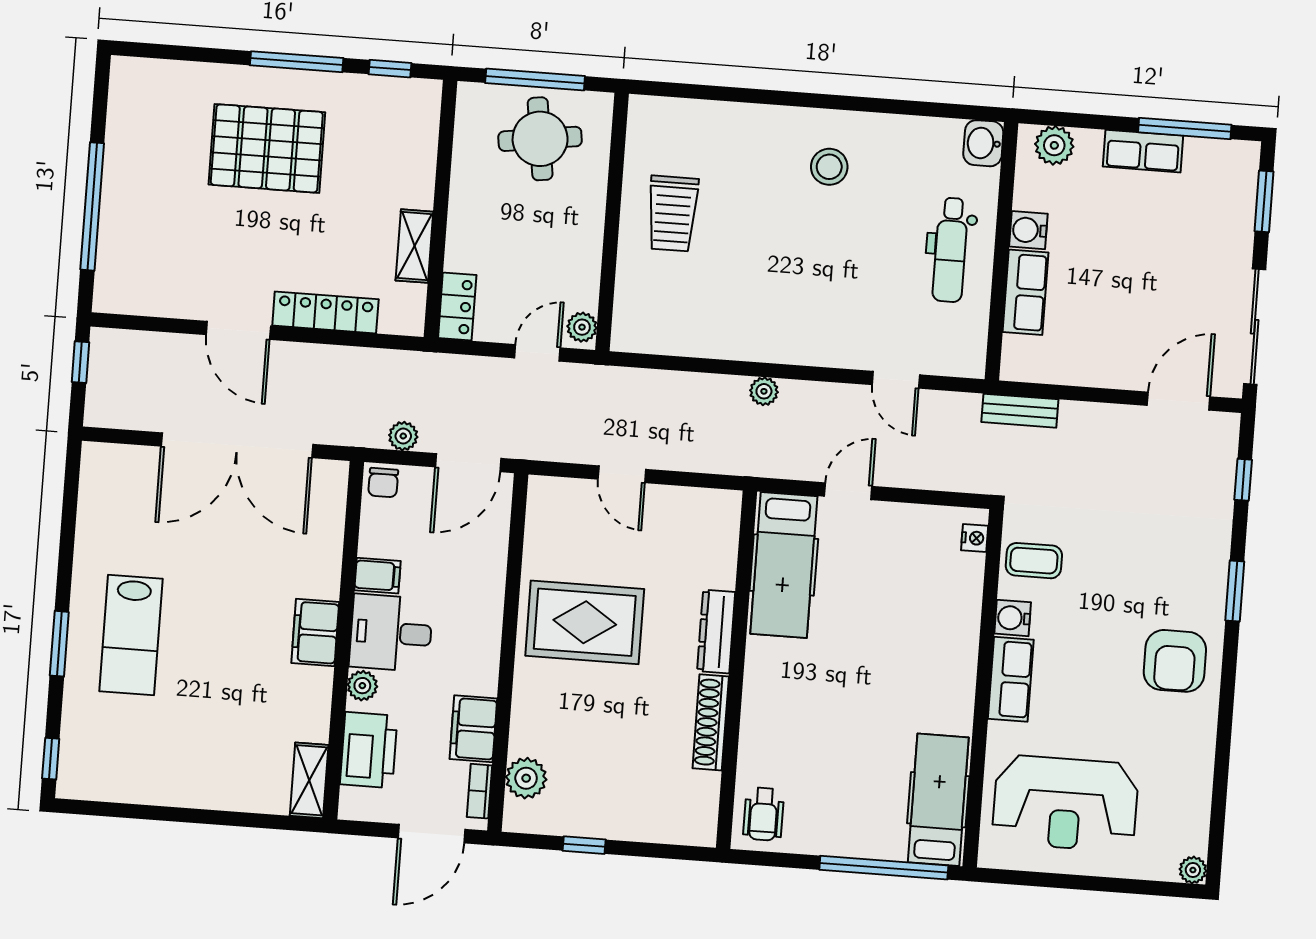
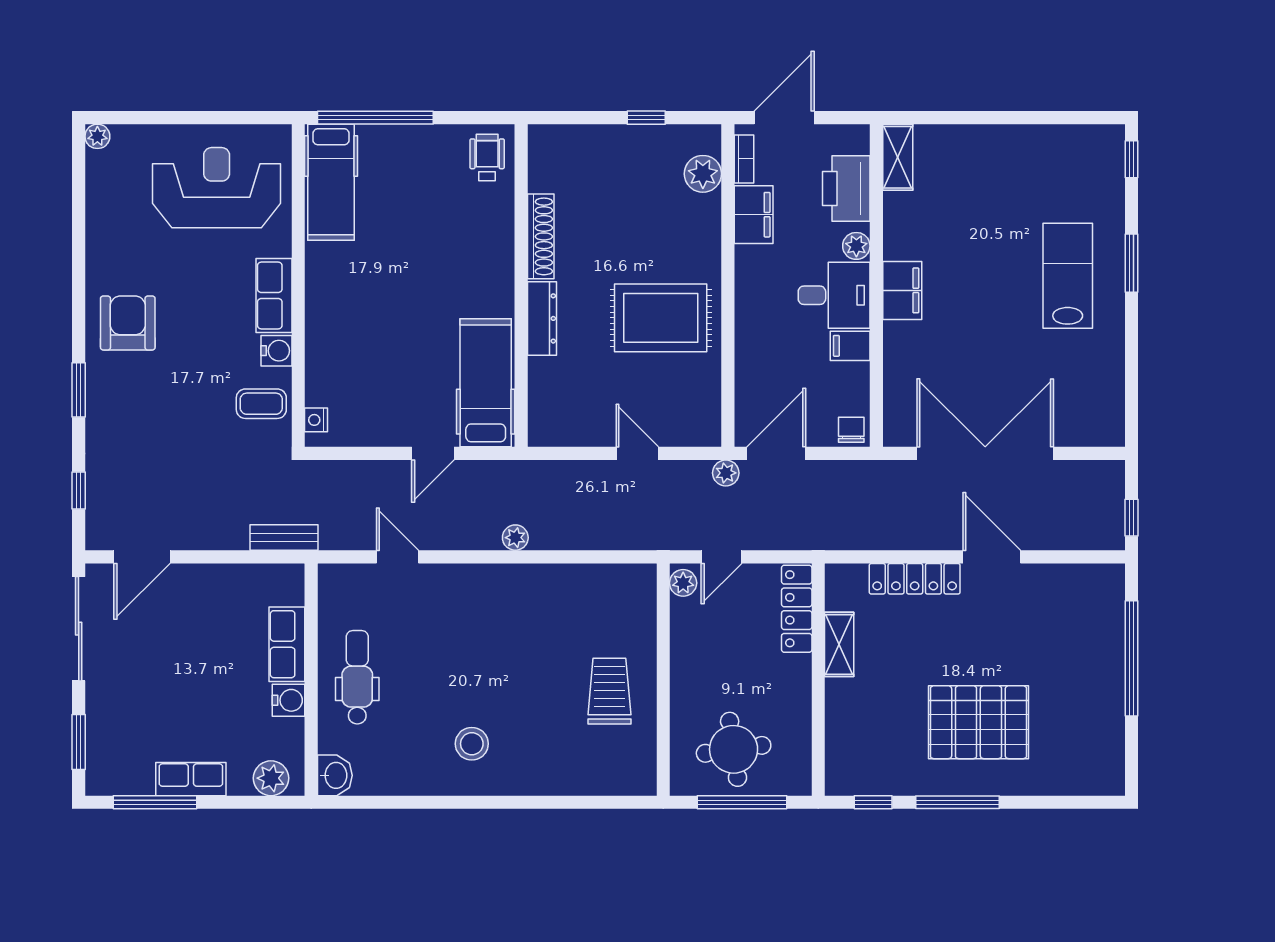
locker: (457, 306) -> (797, 609), width x1.53
plant: (403, 436) -> (726, 473), moved

